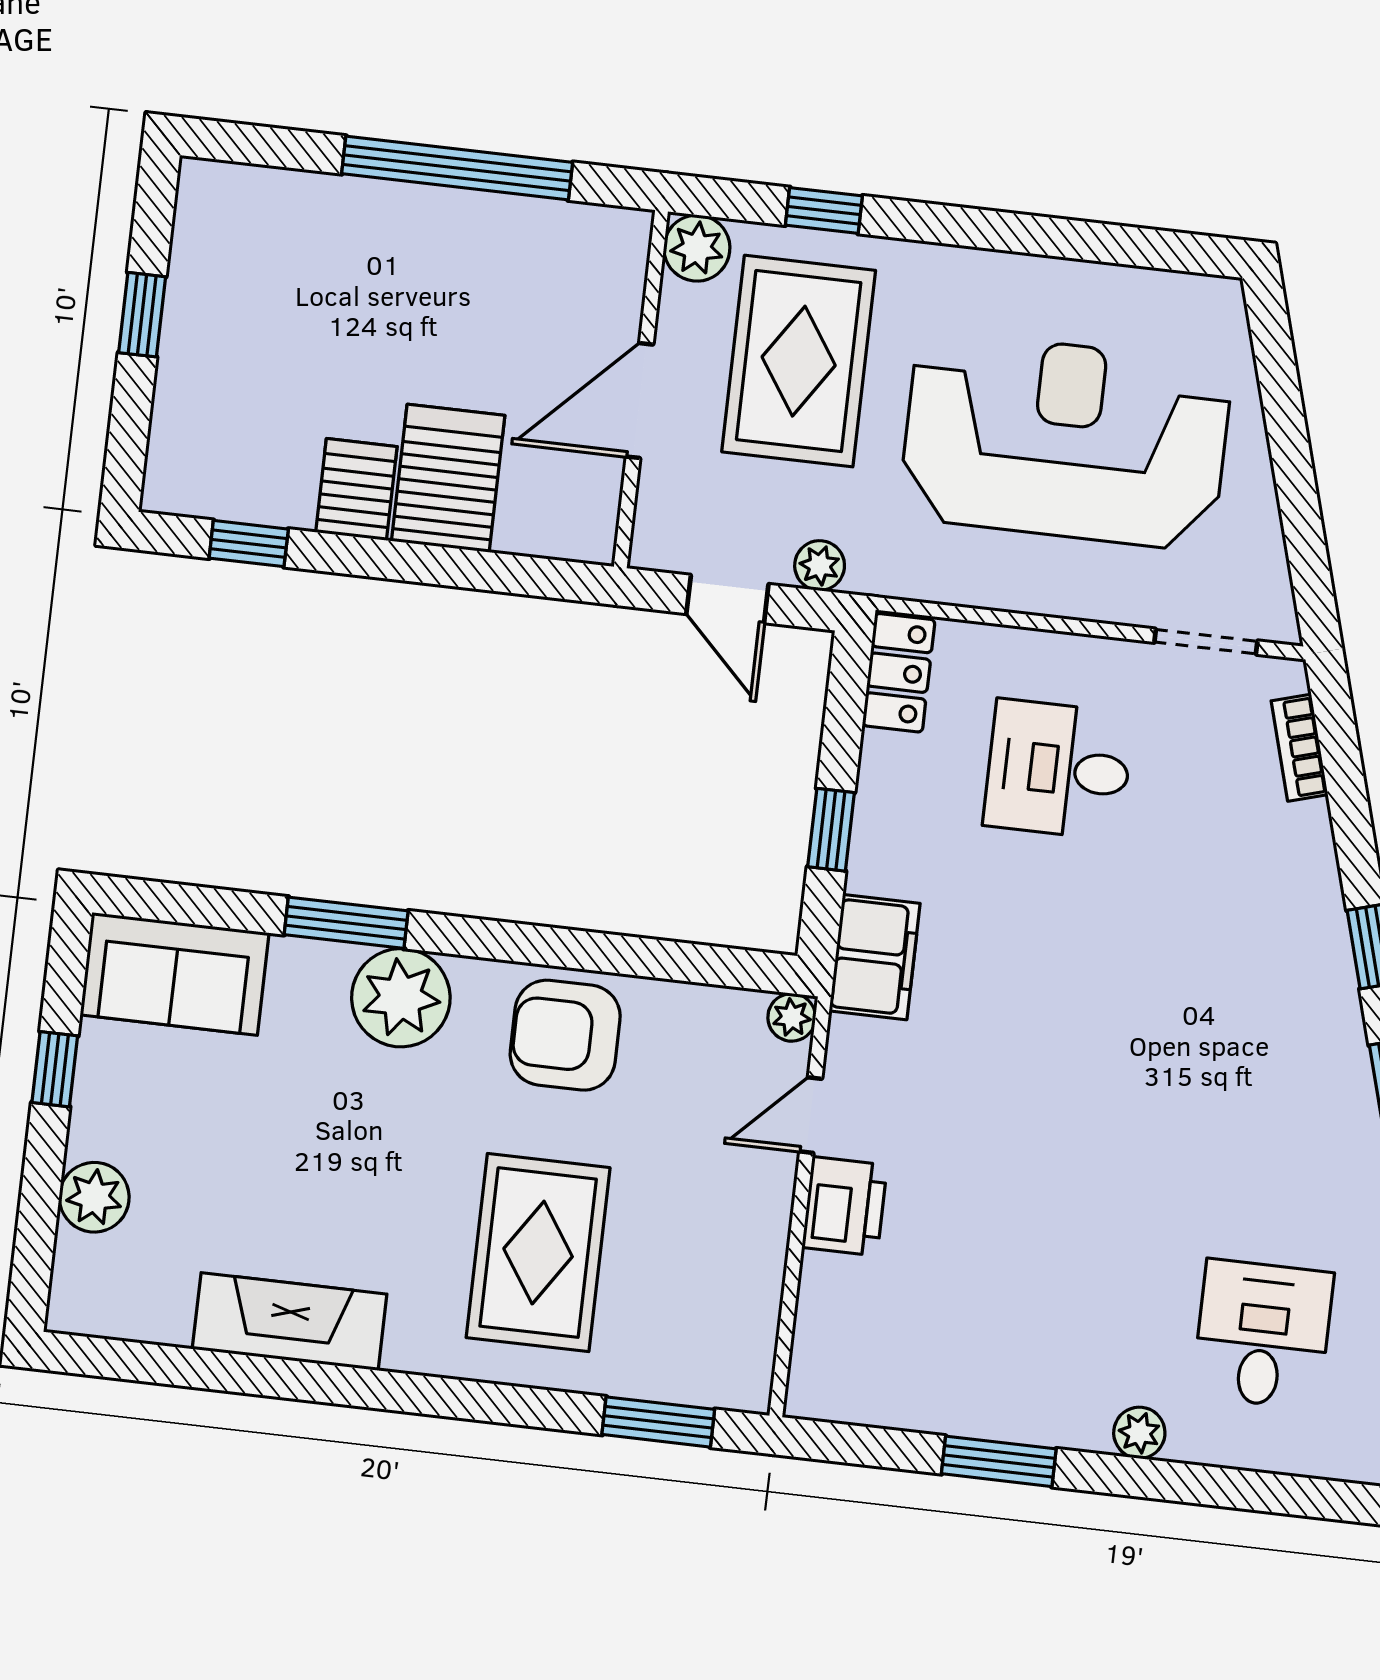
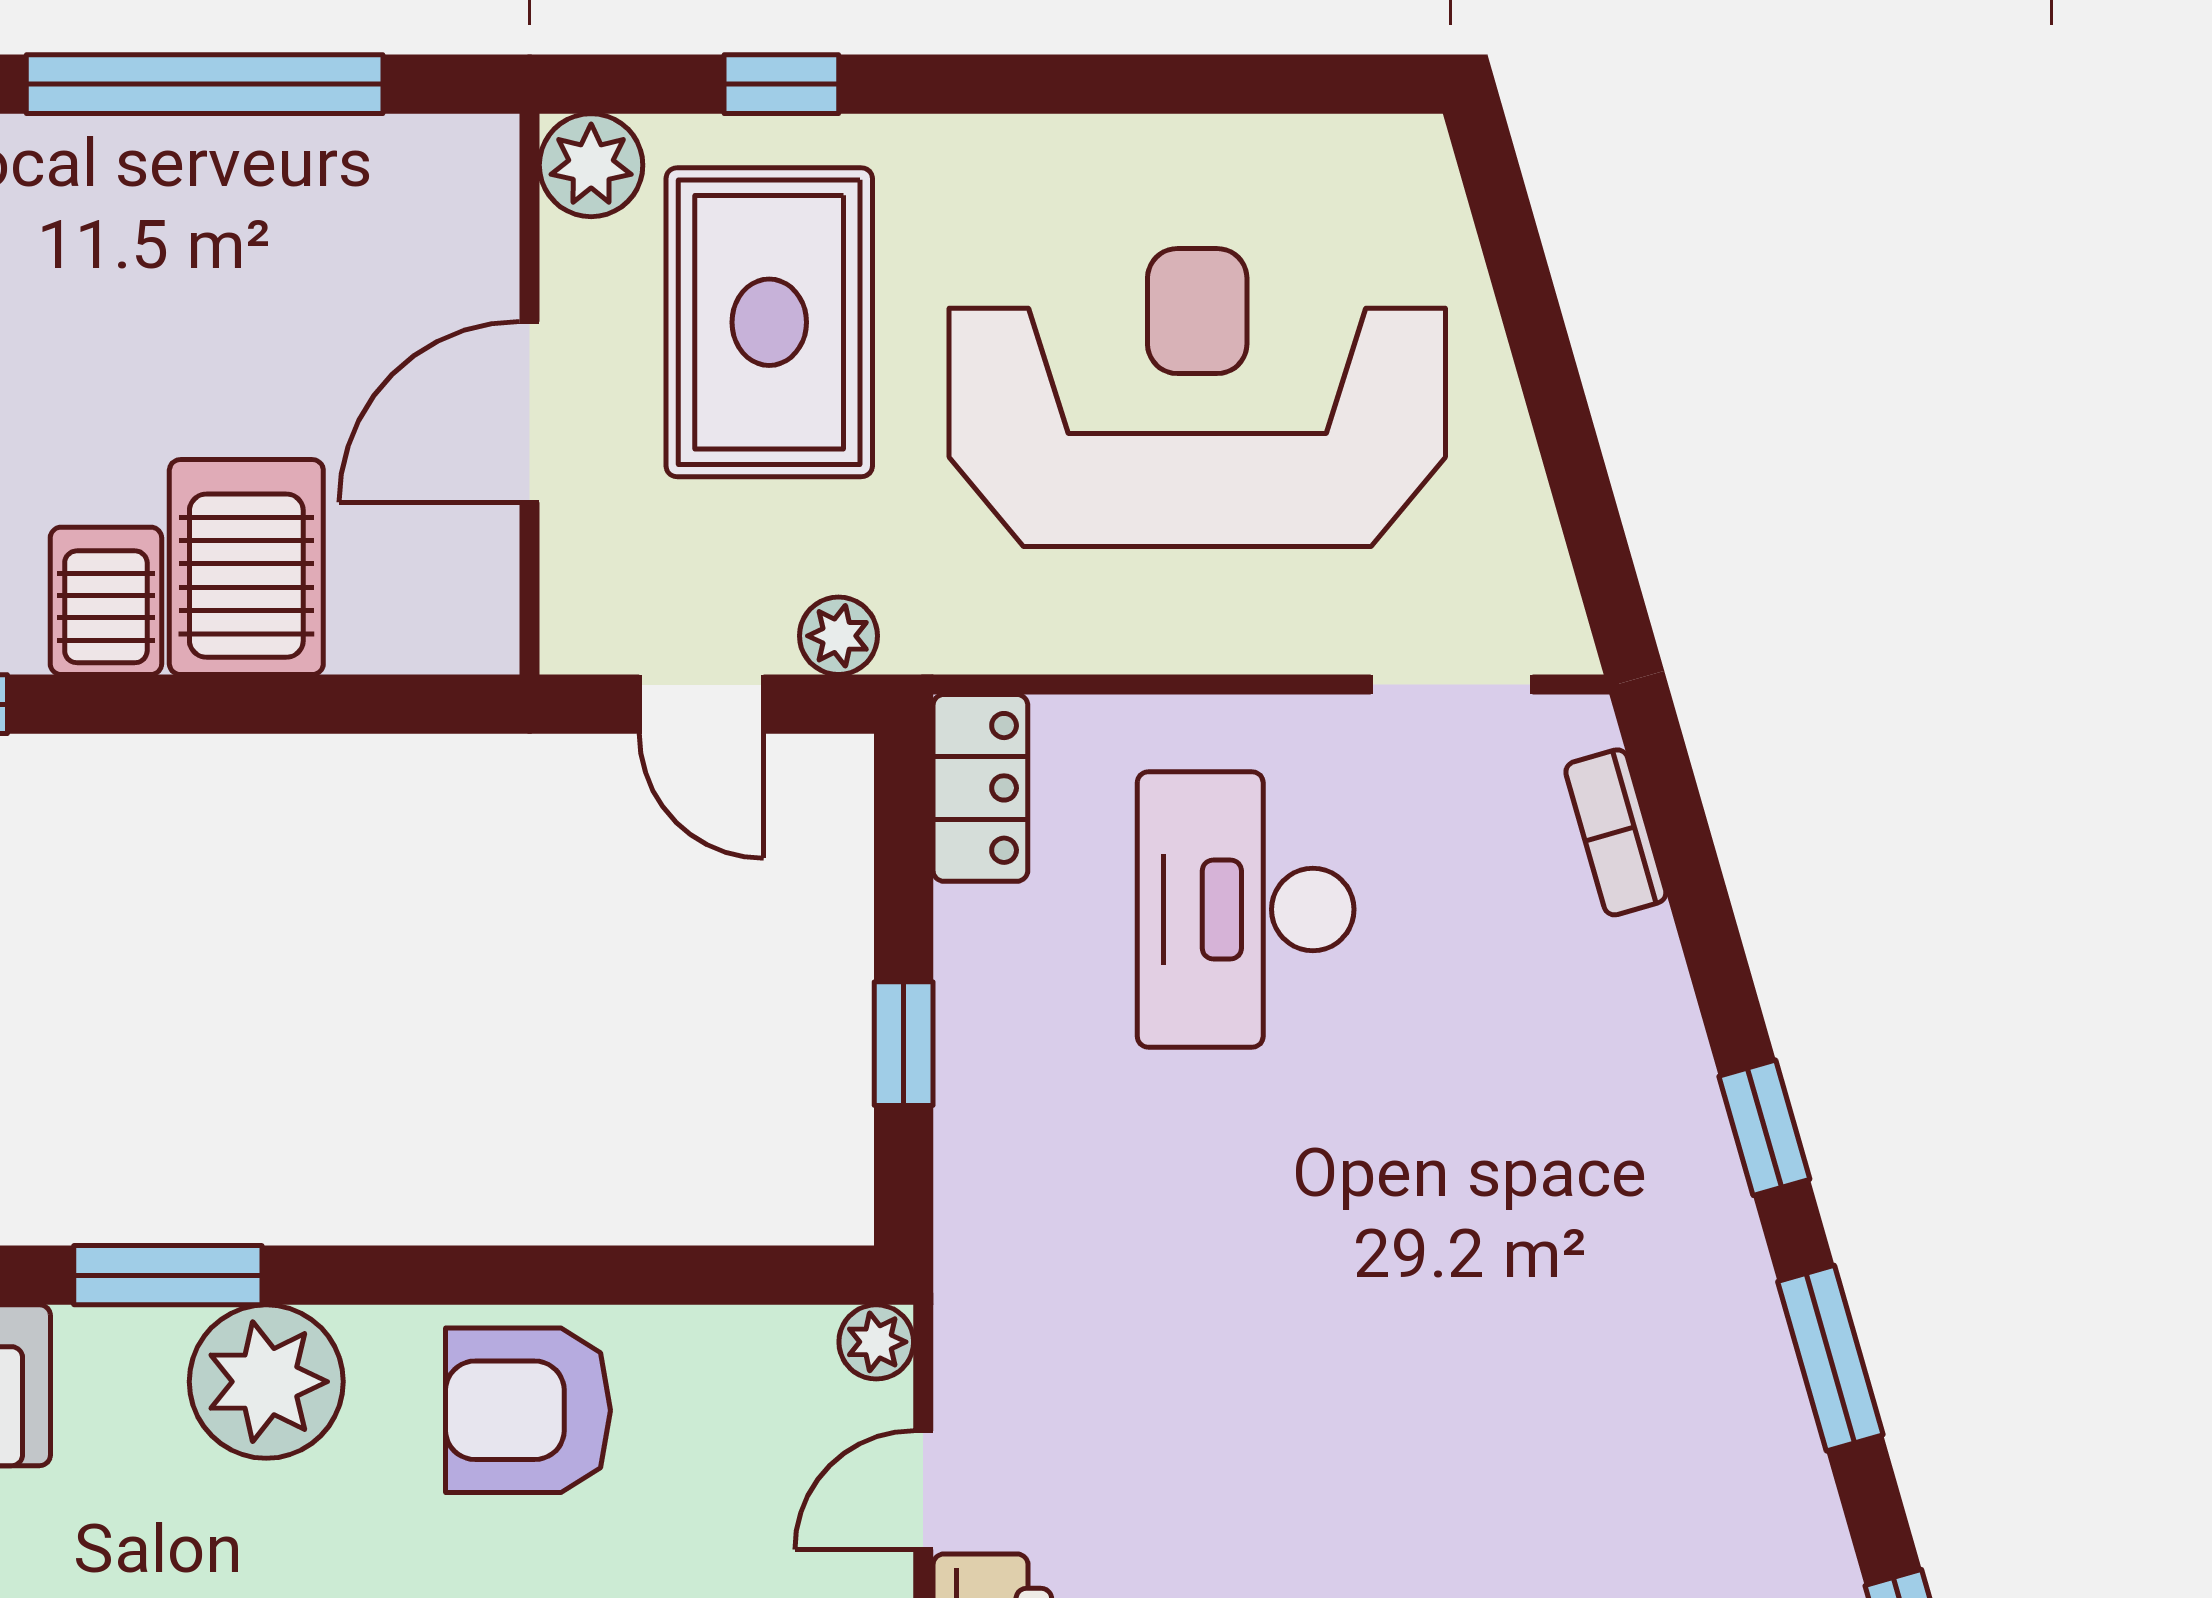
desk: (1058, 770) -> (1246, 909), width x1.37
filing cabinet: (875, 957) -> (994, 1234), removed

